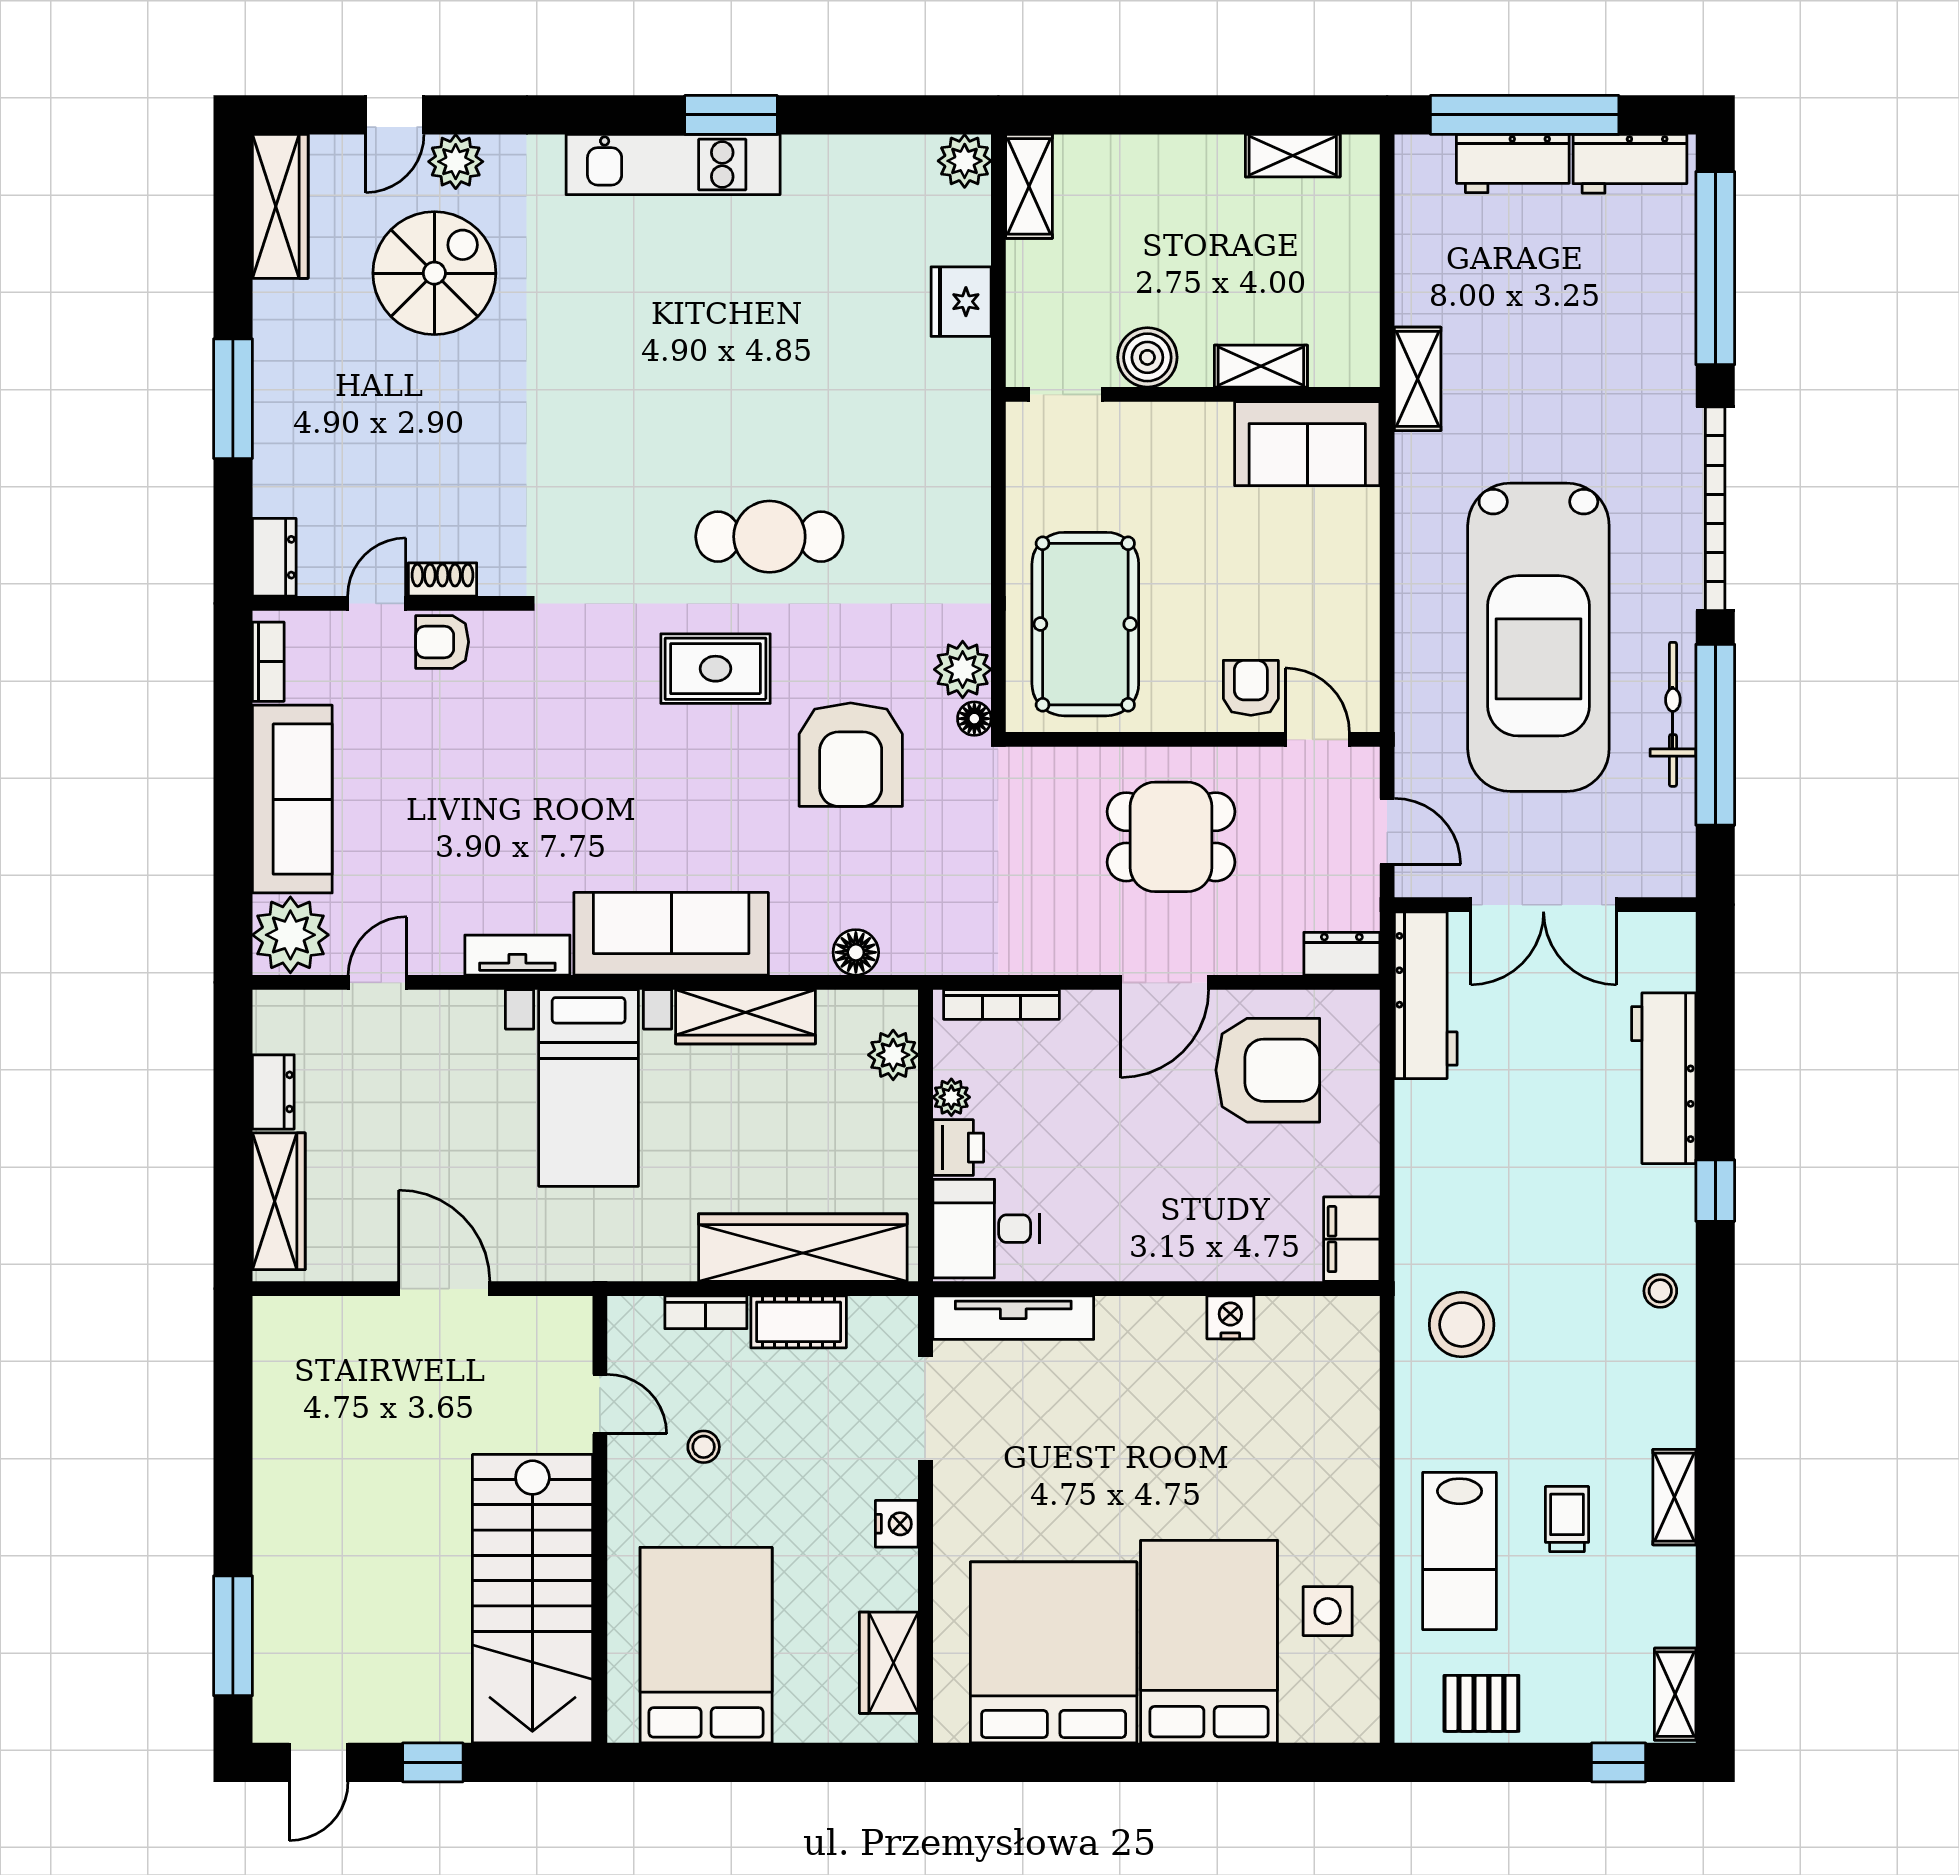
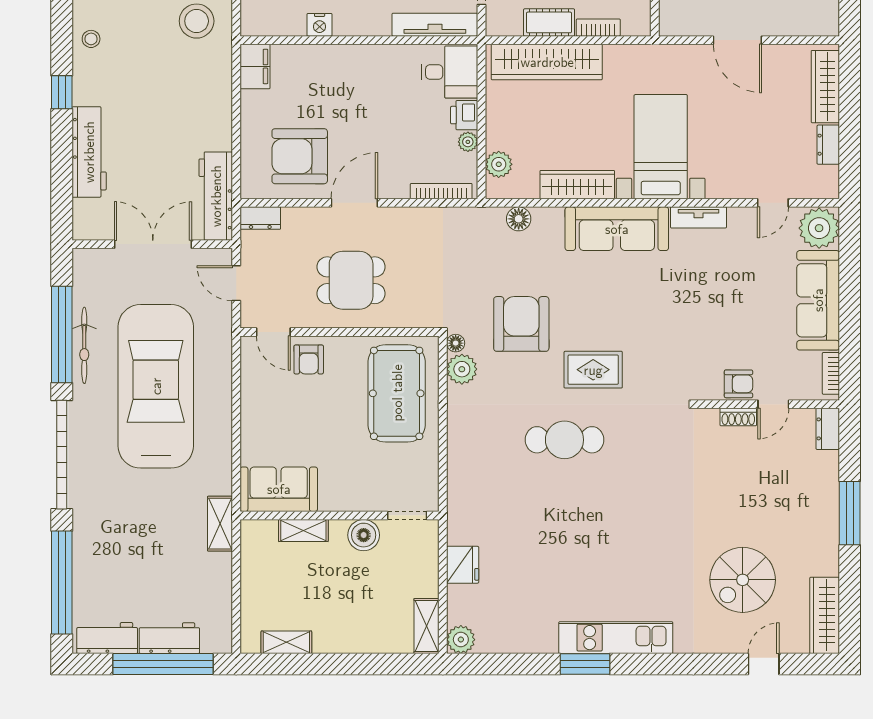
plant: (456, 162) -> (731, 639), removed

